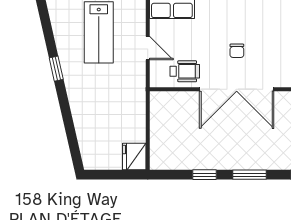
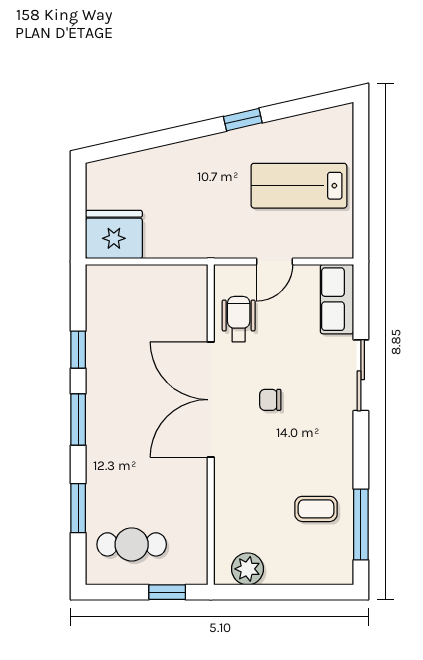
wheelchair: (185, 71) -> (239, 319), turned 180
fridge: (134, 157) -> (114, 234), width x1.36, depth x1.34

